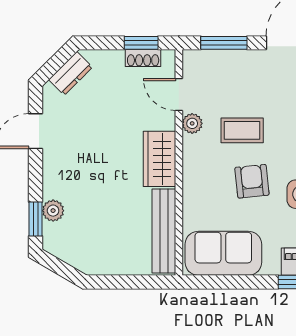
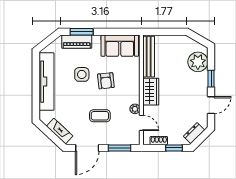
window: (141, 43) -> (174, 148), moved
coffee table: (242, 130) -> (100, 116), moved
plant: (53, 211) -> (198, 62), width x1.88, depth x1.88
window: (36, 219) -> (211, 79), moved

